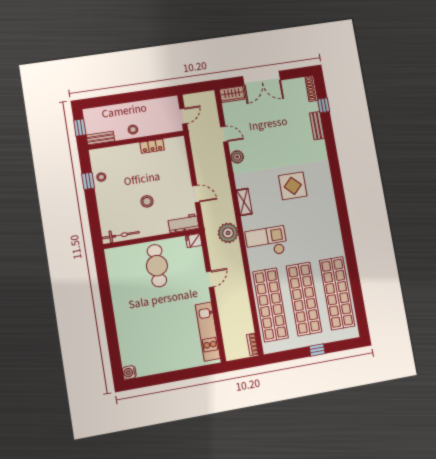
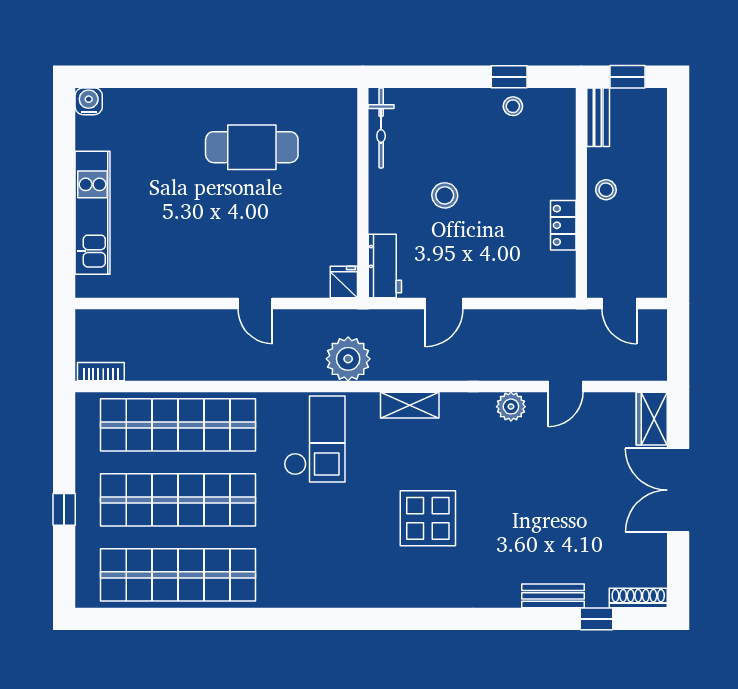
cafe table: (157, 266) -> (252, 147), moved
kitchen unit: (208, 332) -> (93, 213), moved, turned 90

